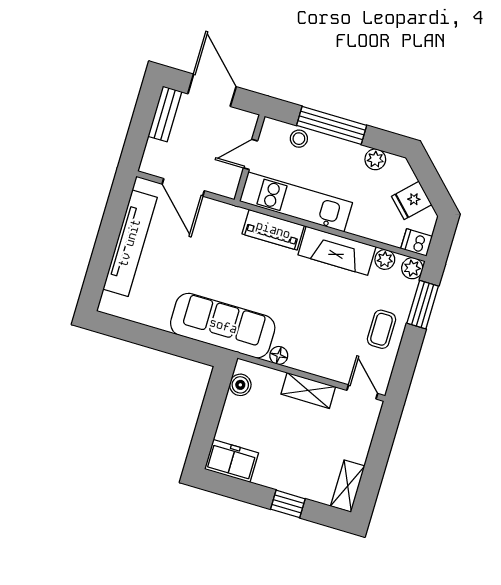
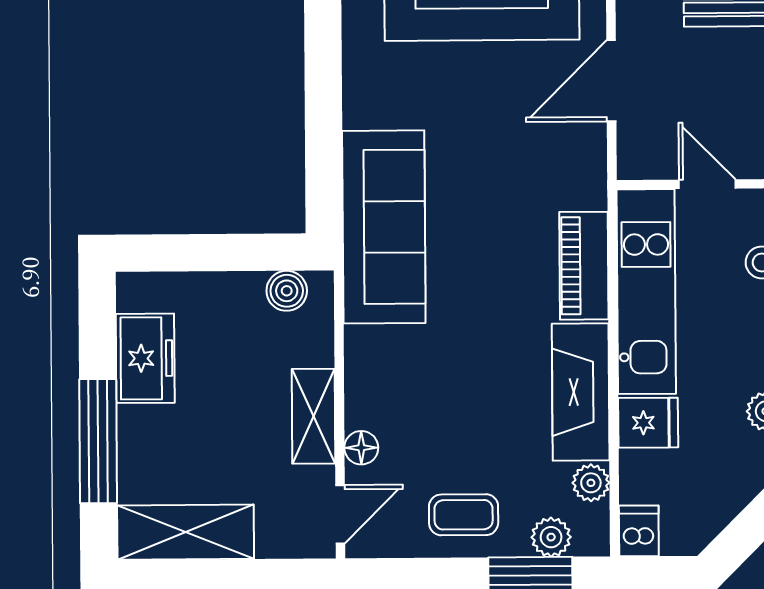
fridge: (412, 200) -> (648, 423), moved, turned 135
plant: (412, 268) -> (551, 537), moved
floor lamp: (279, 355) -> (361, 448), moved
freezer: (232, 461) -> (145, 358), moved
shelving: (348, 486) -> (186, 532), width x1.50, depth x1.33
window: (288, 504) -> (98, 441), width x2.17

